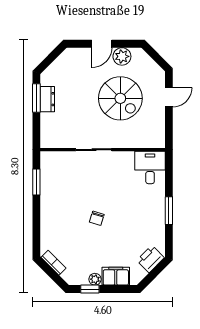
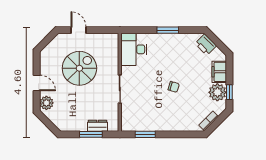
plant: (122, 56) -> (46, 103), moved
window: (36, 98) -> (91, 134), moved
dresser: (47, 99) -> (98, 126), moved
desk: (150, 167) -> (134, 49), width x1.37
plant: (95, 279) -> (217, 92), width x1.88, depth x1.88

